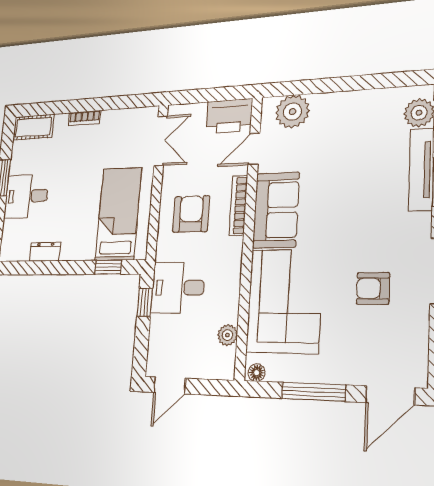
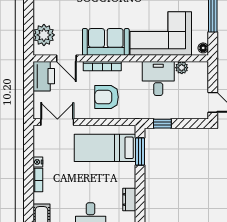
nightstand: (108, 116) -> (38, 162), added
window: (108, 267) -> (140, 152), width x1.50
desk: (178, 288) -> (158, 78), moved, turned 180

